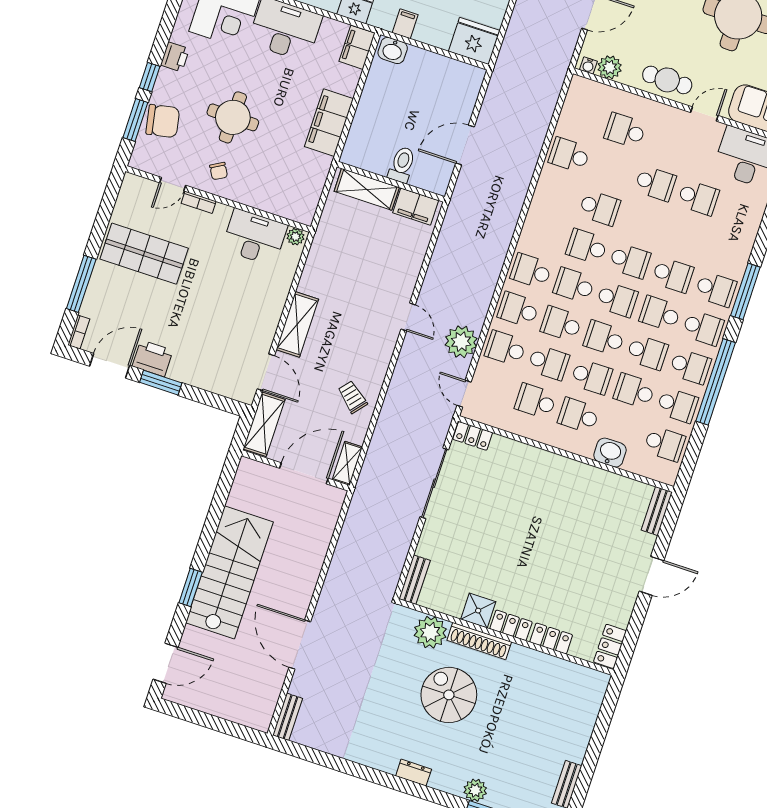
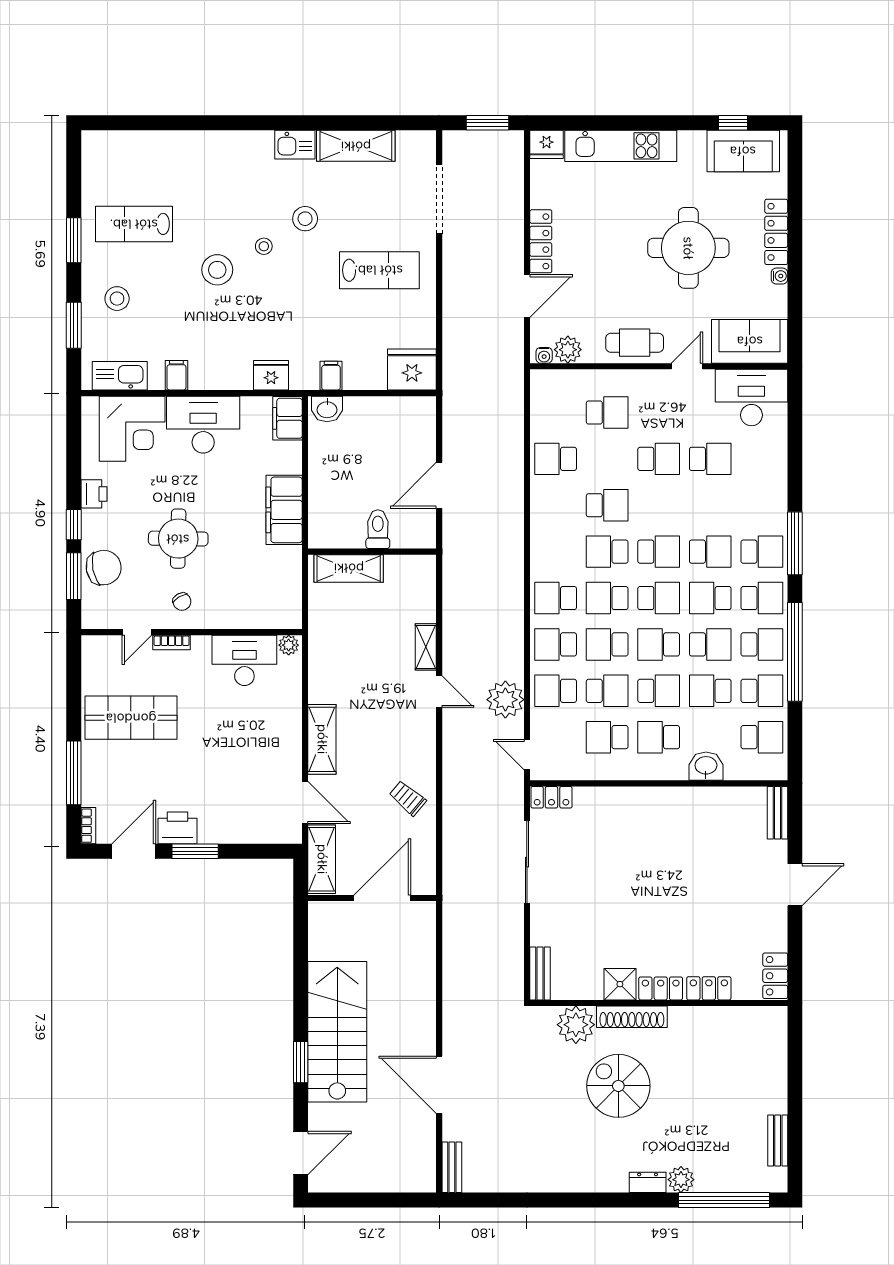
school desk: (625, 131) -> (607, 412), turned 180
filing cabinet: (416, 207) -> (408, 570), removed
shelving: (347, 463) -> (426, 647), moved
dresser: (414, 773) -> (648, 1182), moved

